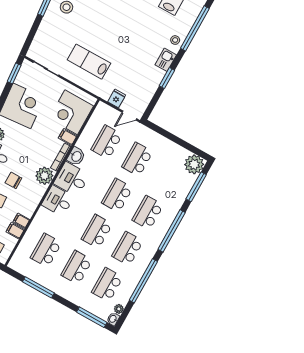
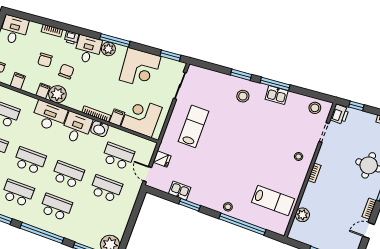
kitchen sink: (166, 60) -> (180, 191), moved
plant: (44, 176) -> (57, 94), moved
desk: (58, 201) -> (49, 116), width x1.37
filing cabinet: (21, 221) -> (43, 91), moved

